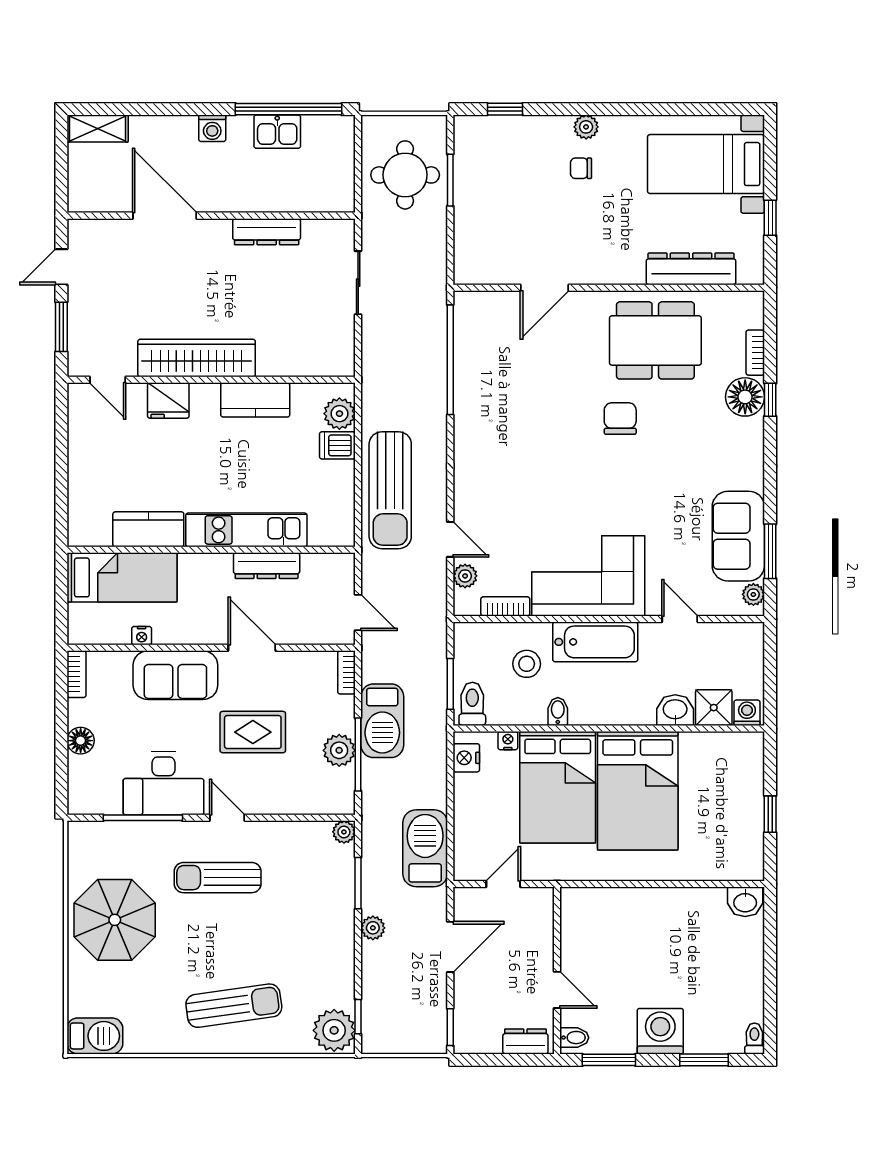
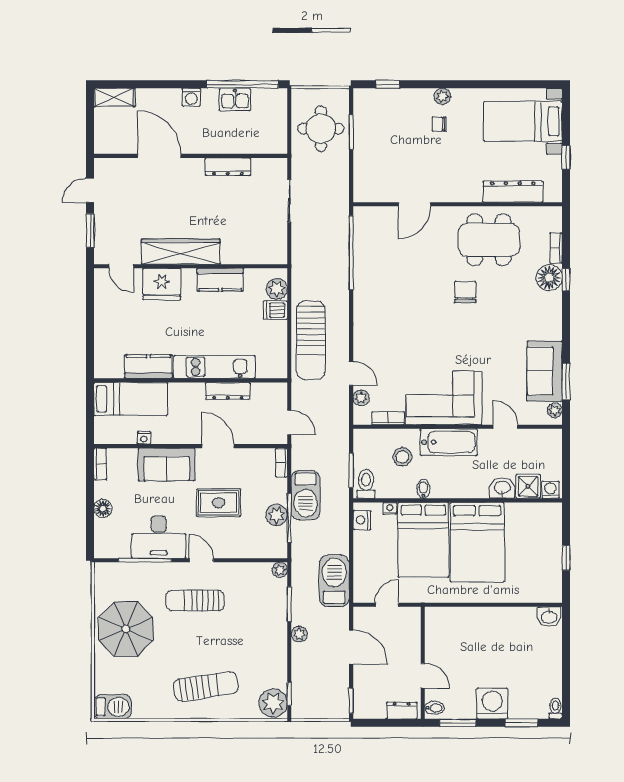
fridge: (168, 401) -> (162, 284), width x1.36, depth x1.34
door: (450, 947) -> (351, 647), hinge flipped

